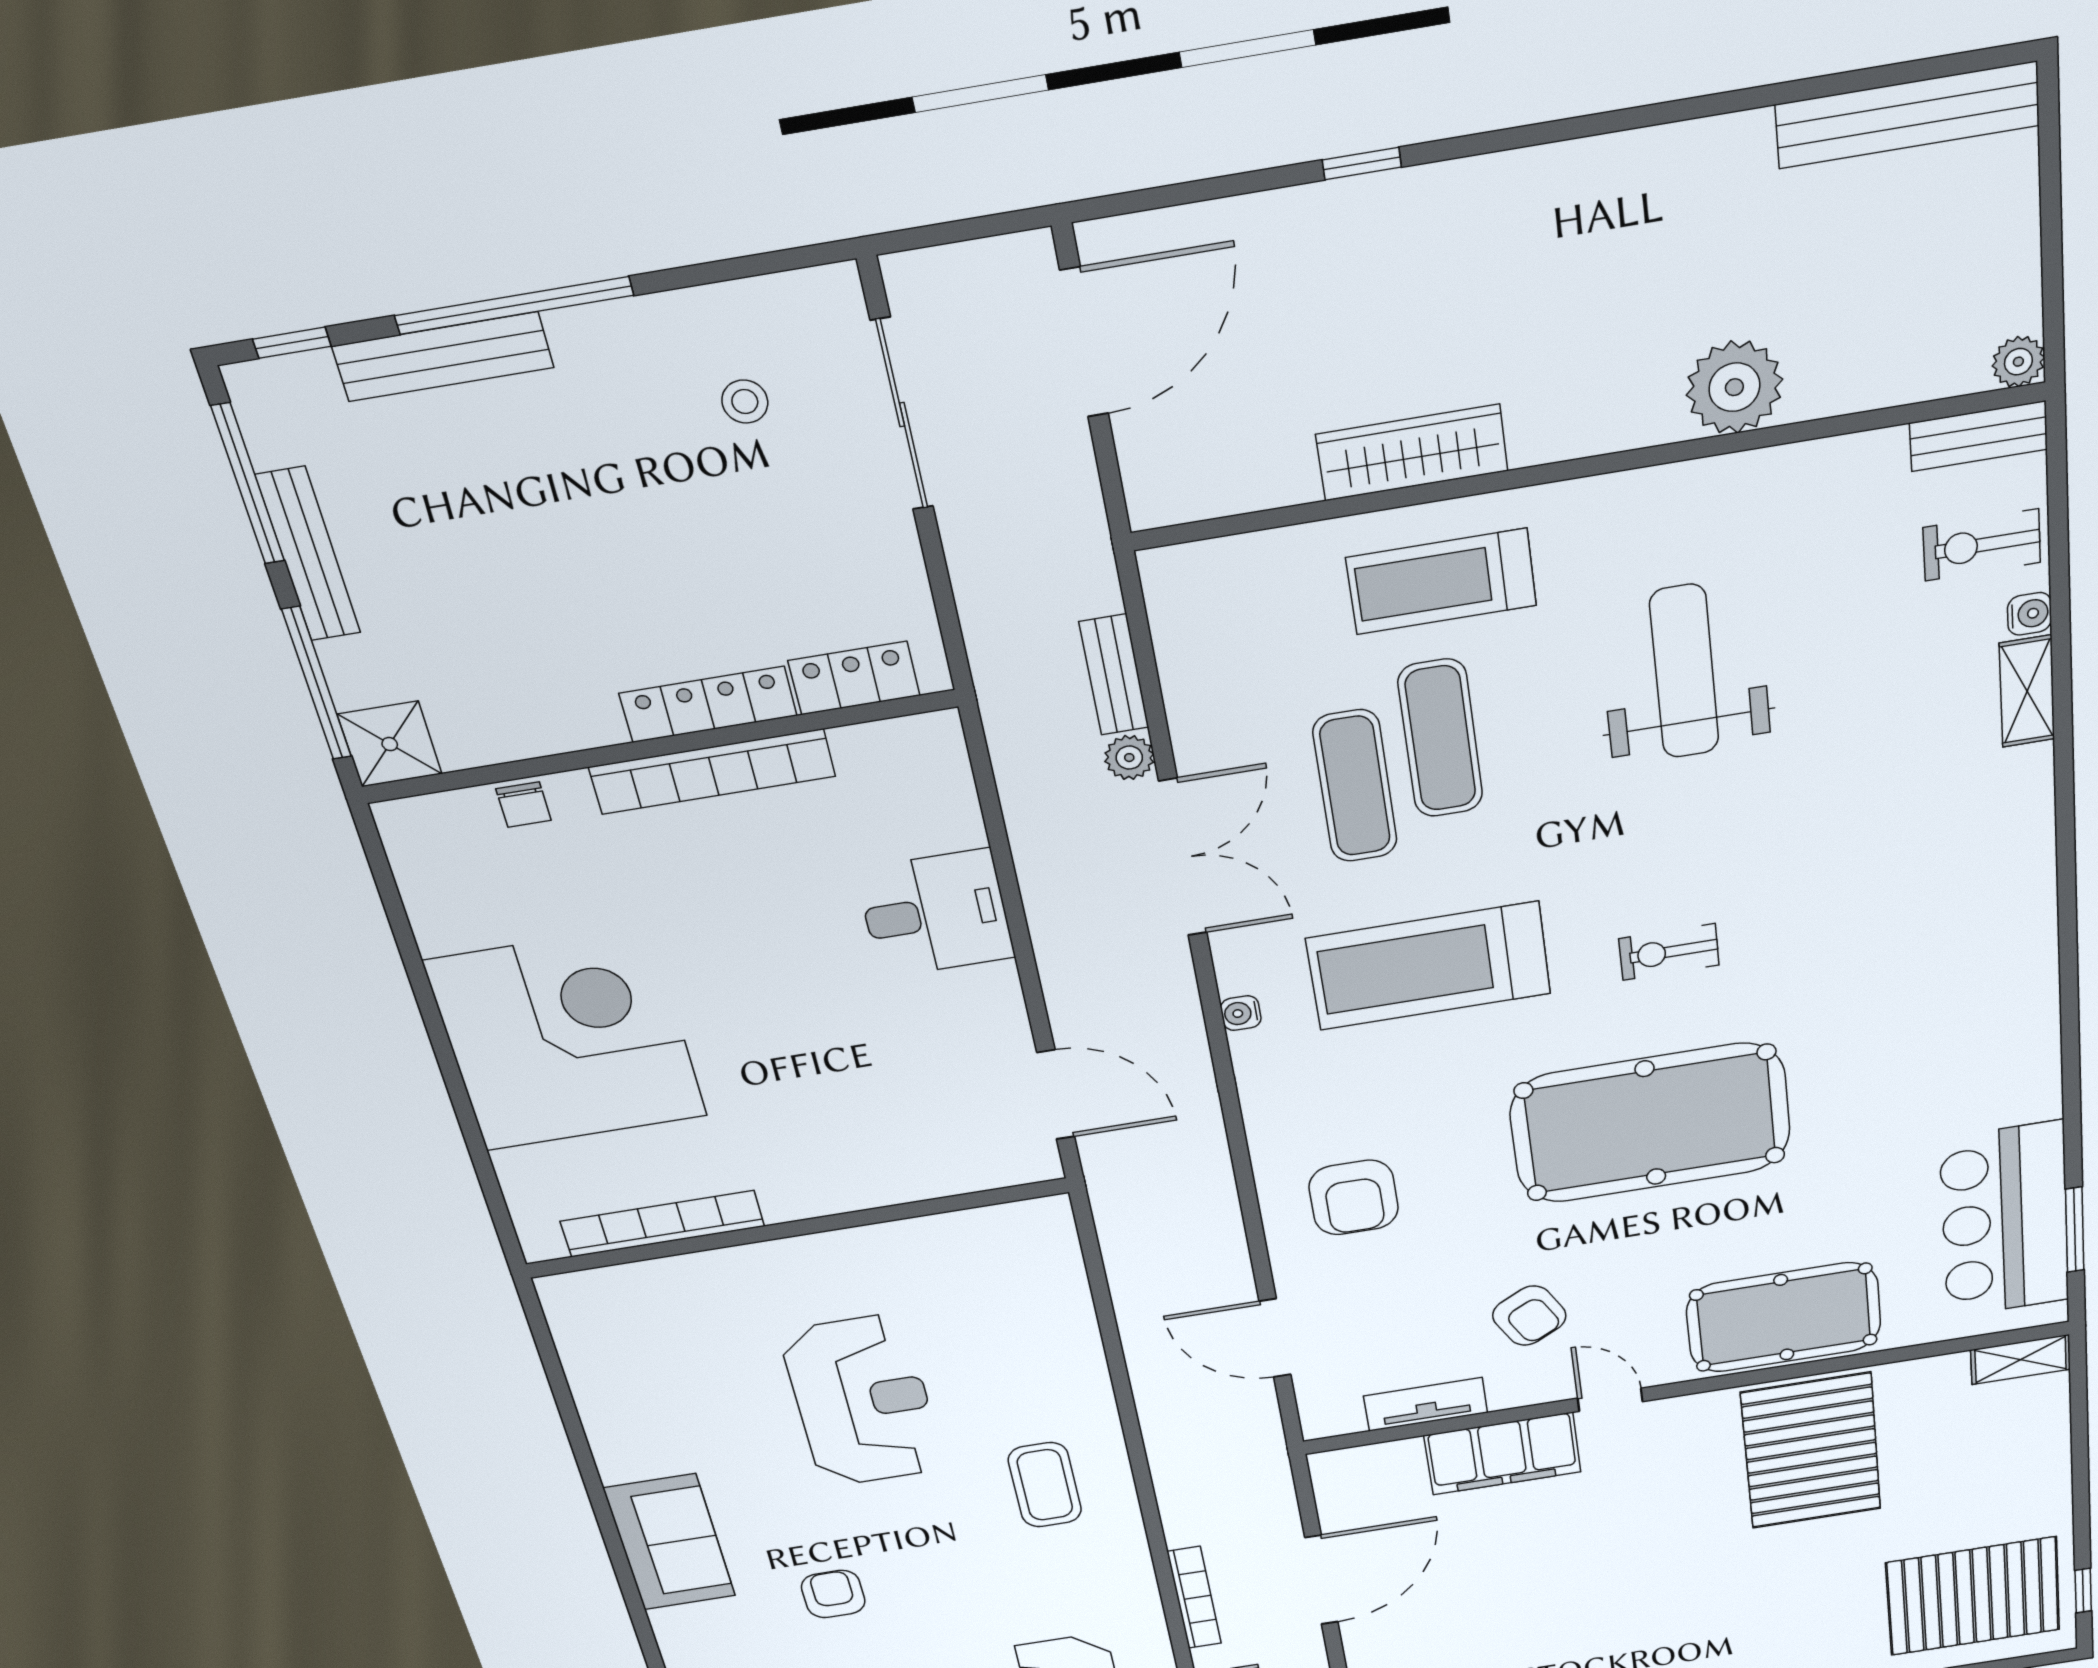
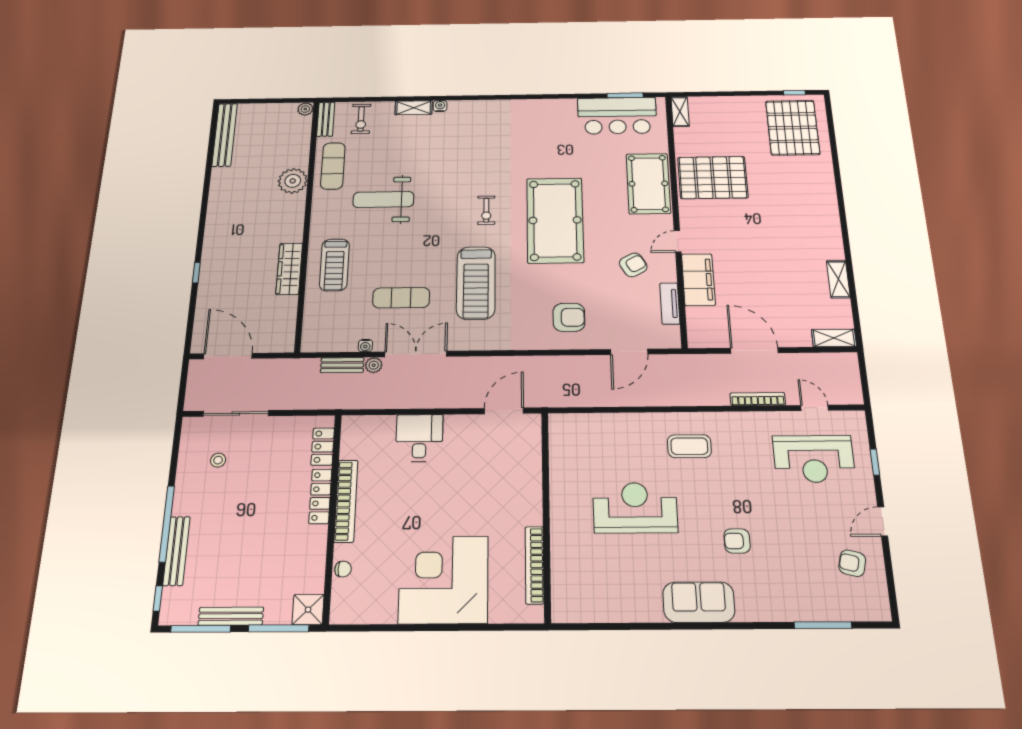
water cooler: (2030, 614) -> (440, 106), moved
exercise mat: (1440, 738) -> (333, 166), moved, turned 90
water cooler: (1241, 1013) -> (365, 346), moved

